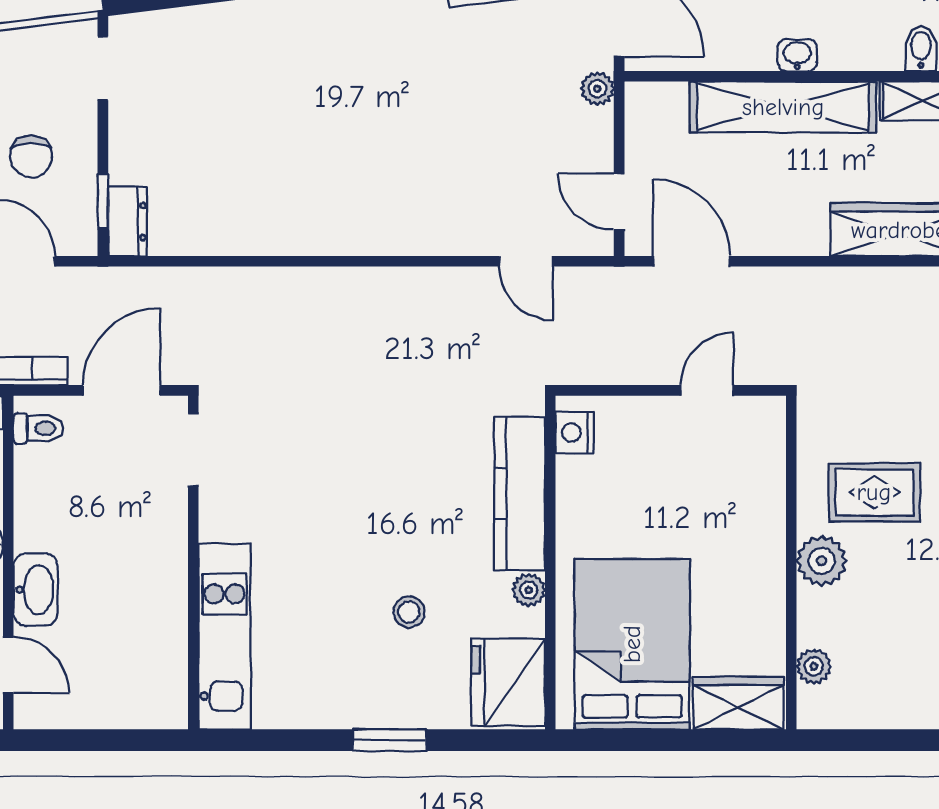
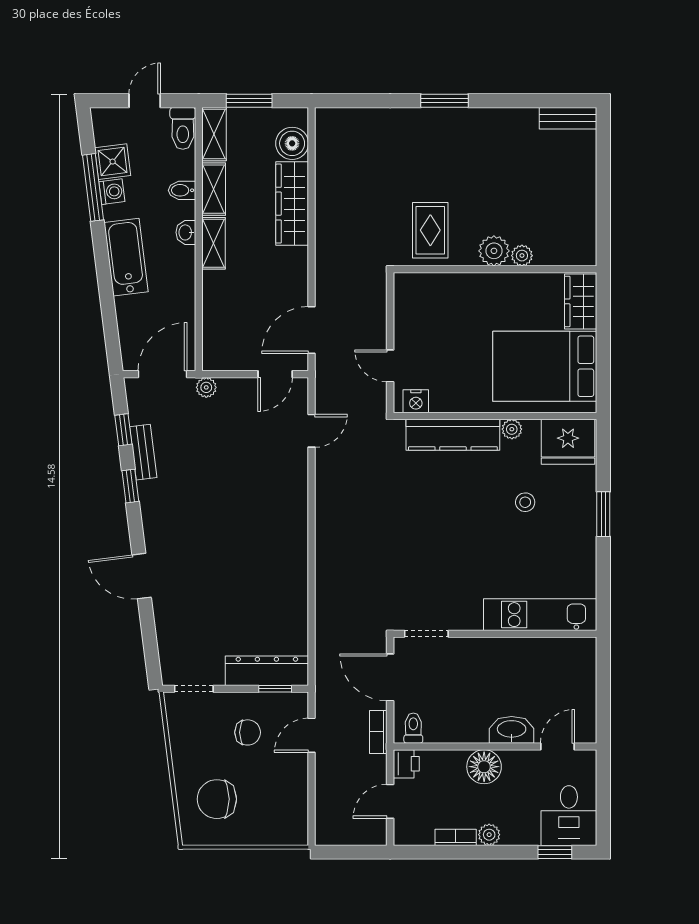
washbasin: (797, 55) -> (186, 232), moved
shelving: (783, 107) -> (214, 243), width x0.45, depth x0.75
dresser: (128, 221) -> (267, 671), width x1.96, depth x1.24
door: (707, 390) -> (390, 366), moved
rug: (874, 492) -> (430, 230), moved
plant: (814, 666) -> (522, 256), moved

